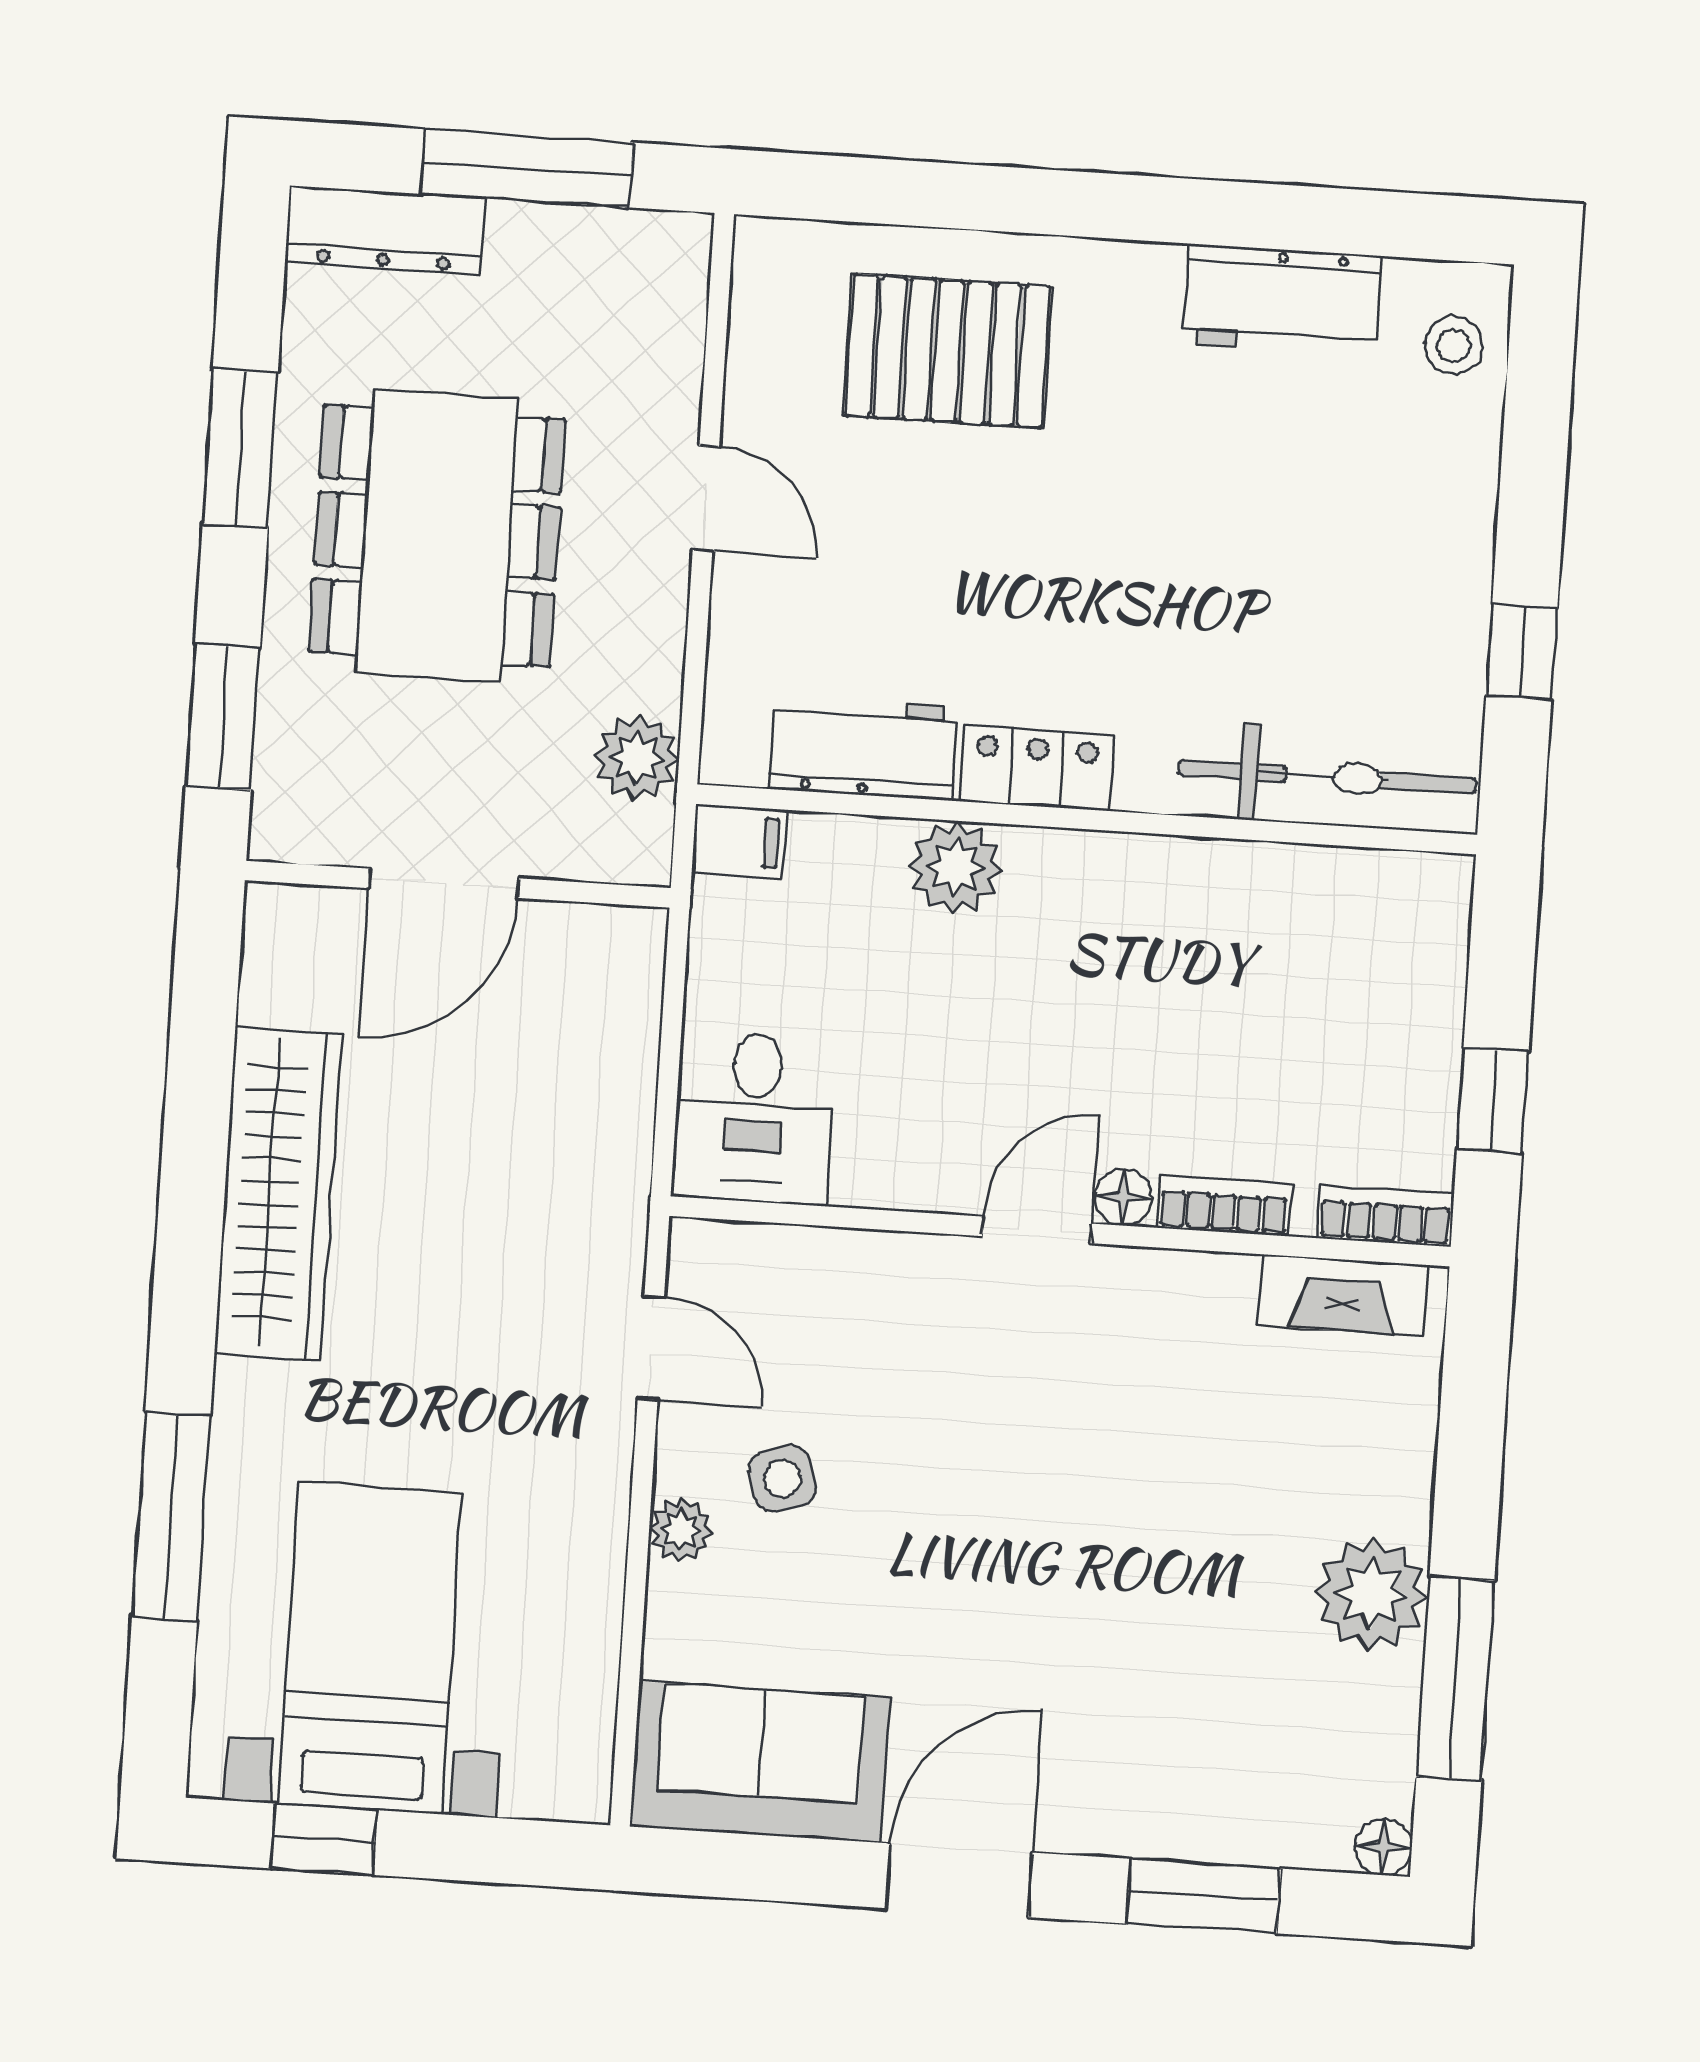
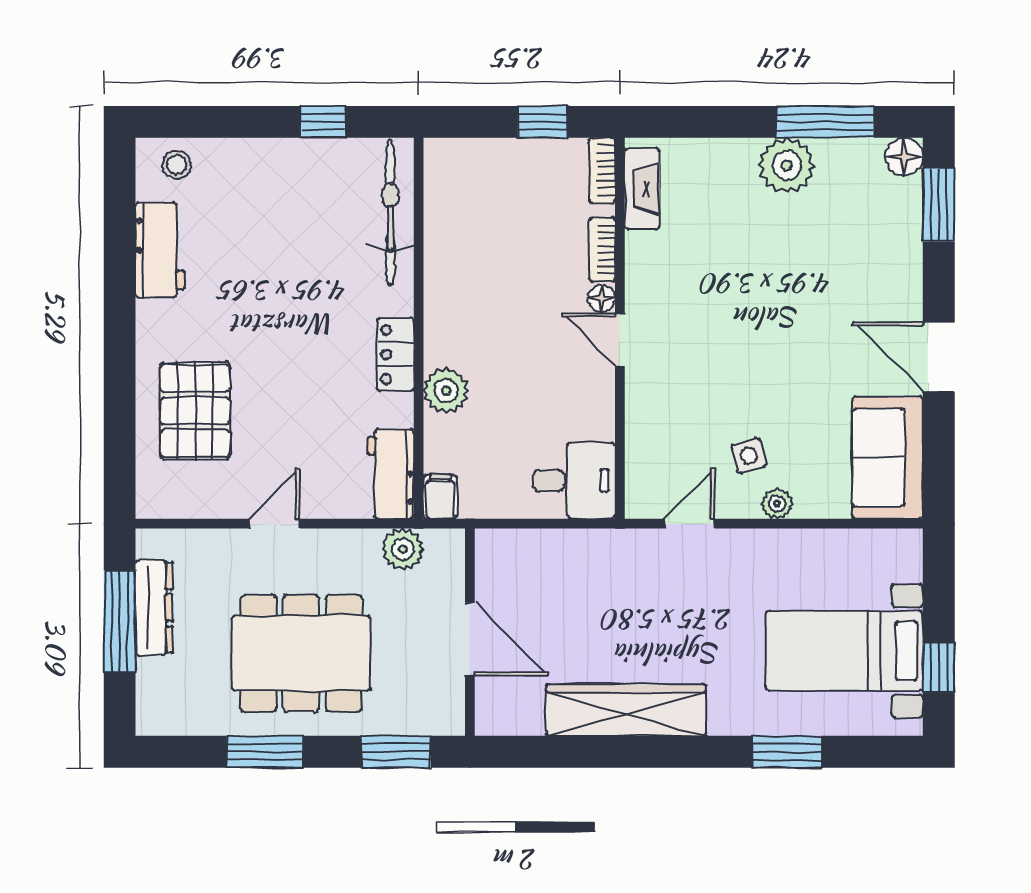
dresser: (385, 230) -> (154, 608), moved
workbench: (864, 748) -> (391, 474), moved
window: (171, 1517) -> (787, 752), width x0.69
floor lamp: (1384, 1847) -> (904, 157), width x1.37, depth x1.37
window: (1204, 1896) -> (939, 205), moved

